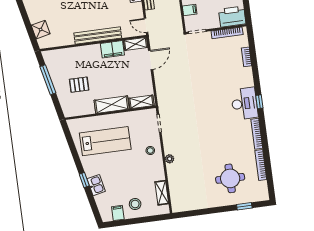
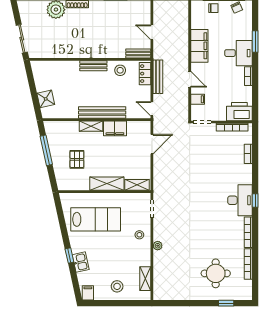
shelving: (136, 44) -> (91, 126), moved
pallet: (79, 85) -> (77, 159), turned 90
filing cabinet: (118, 213) -> (88, 293), moved

